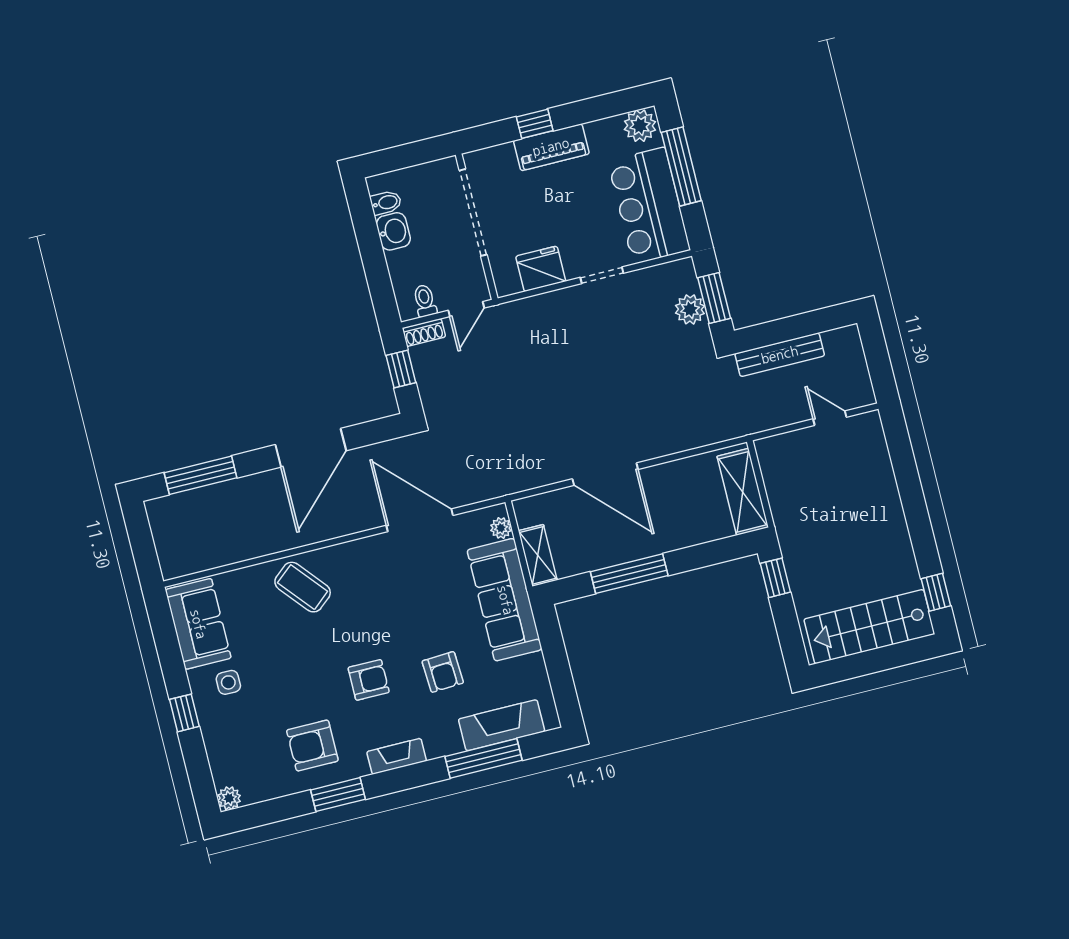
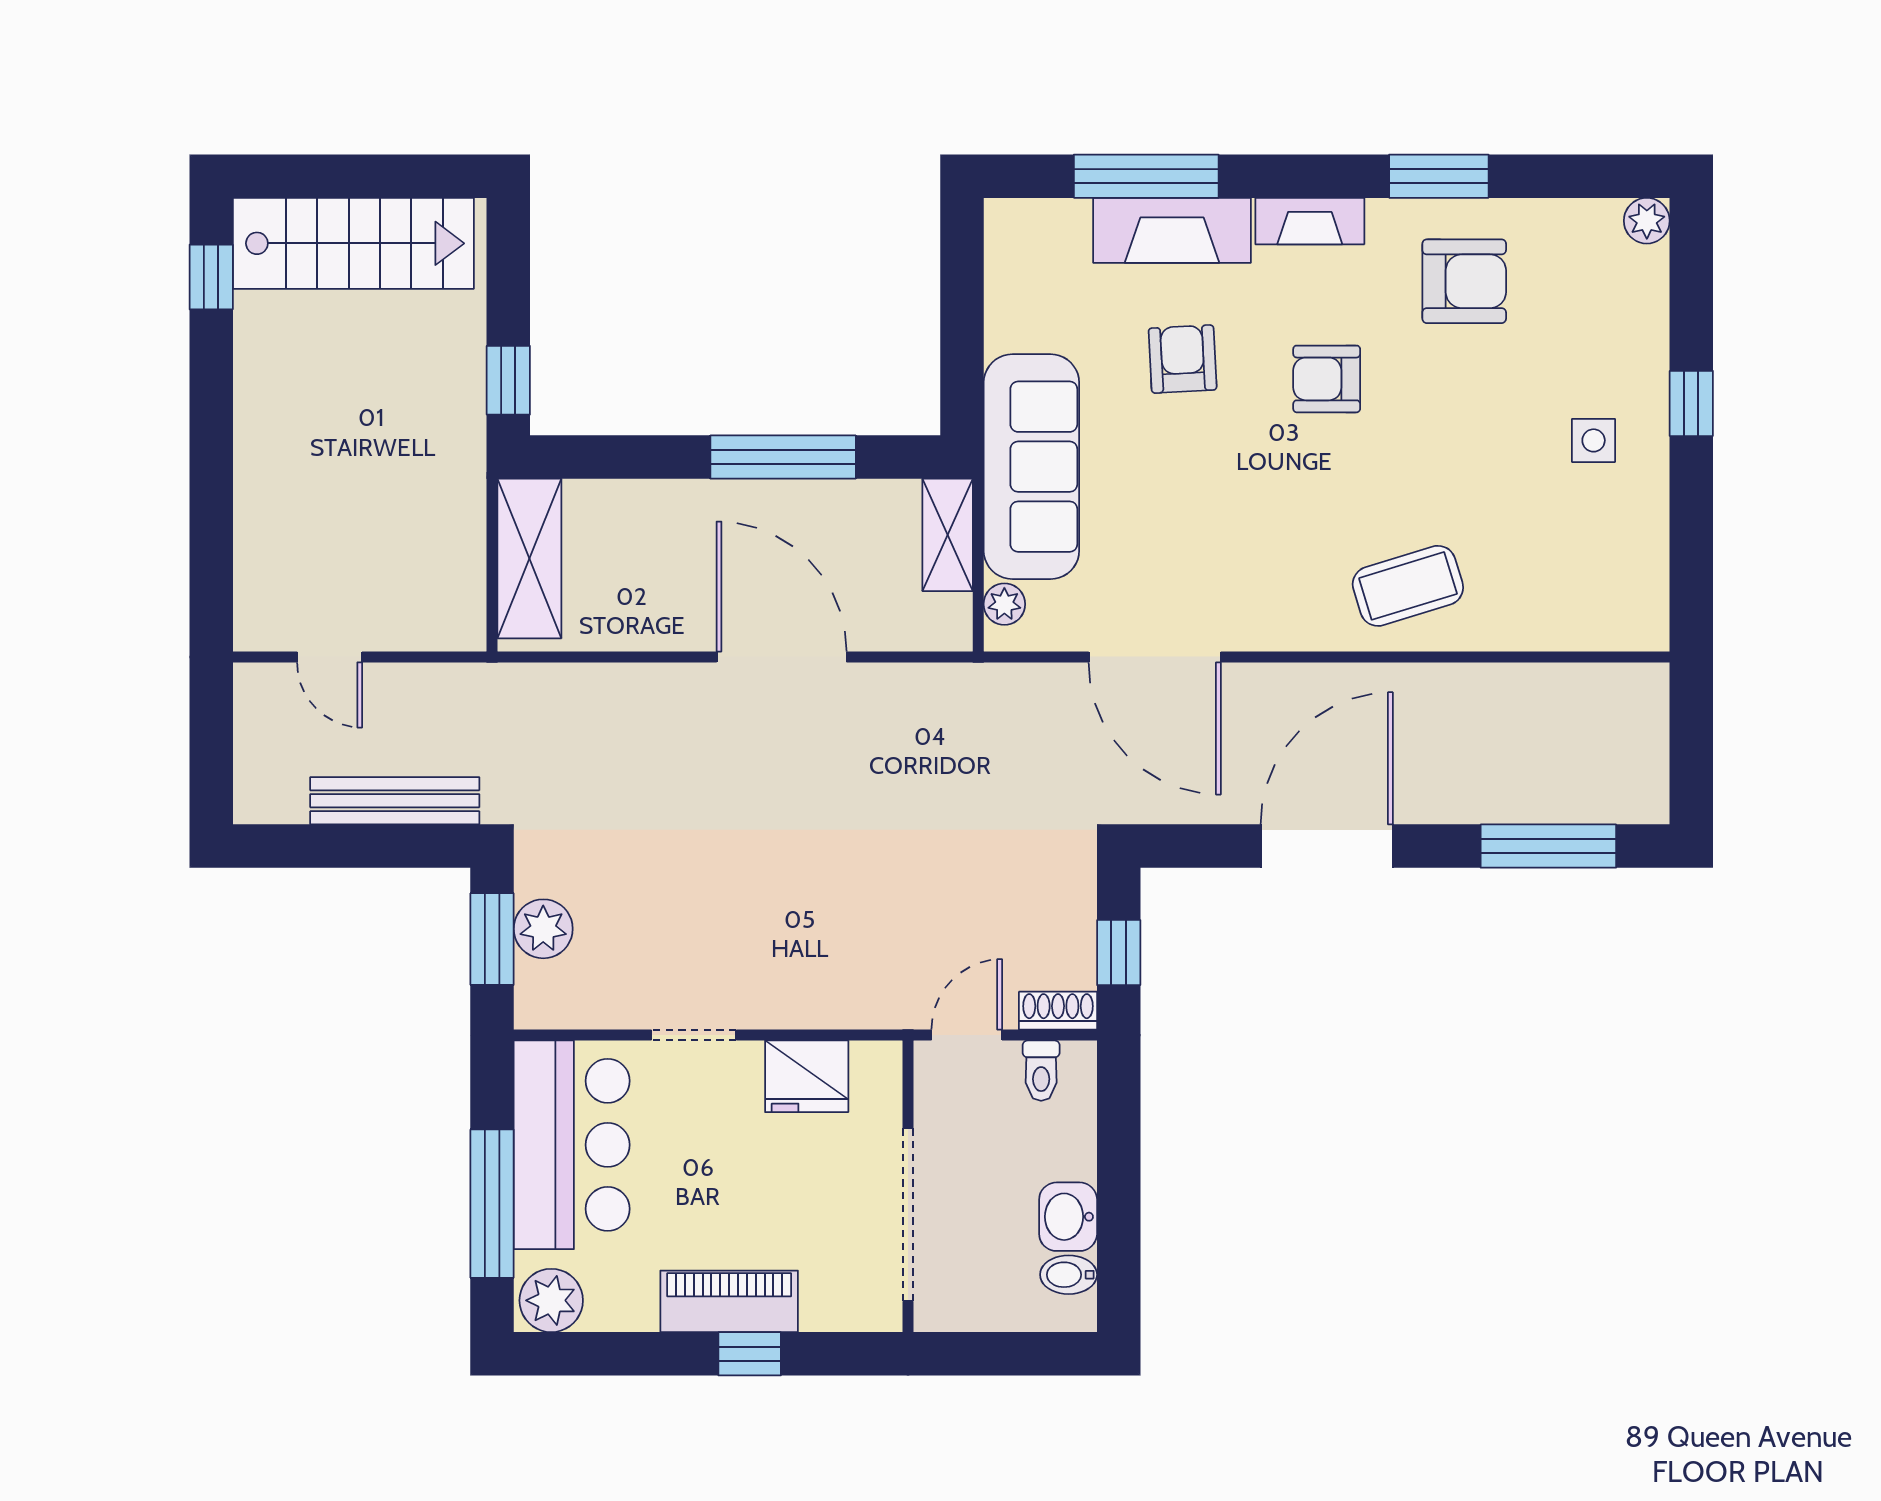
coffee table: (303, 587) -> (1408, 586), turned -67
sofa: (198, 624) -> (1623, 566), removed
fireplace: (502, 725) -> (1172, 230), moved

